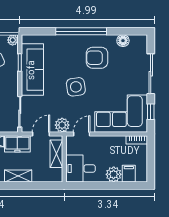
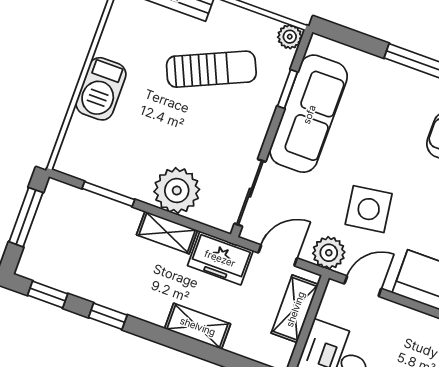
side table: (76, 87) -> (369, 209), moved

